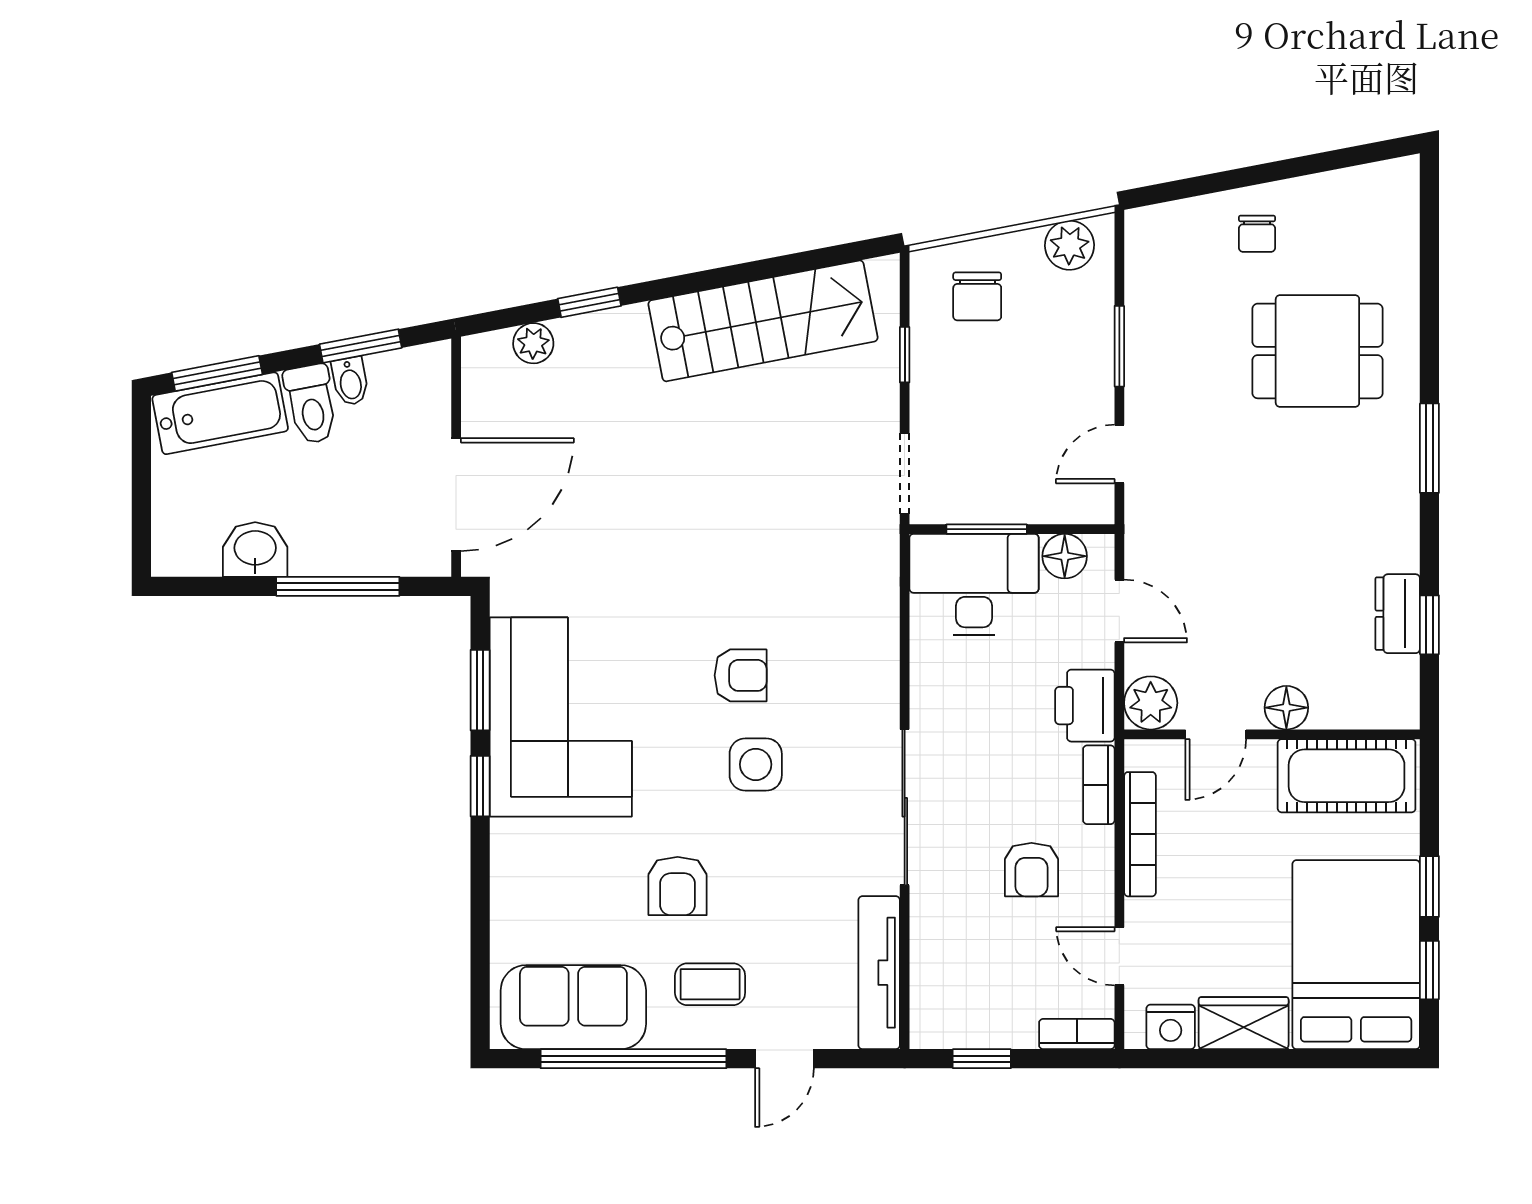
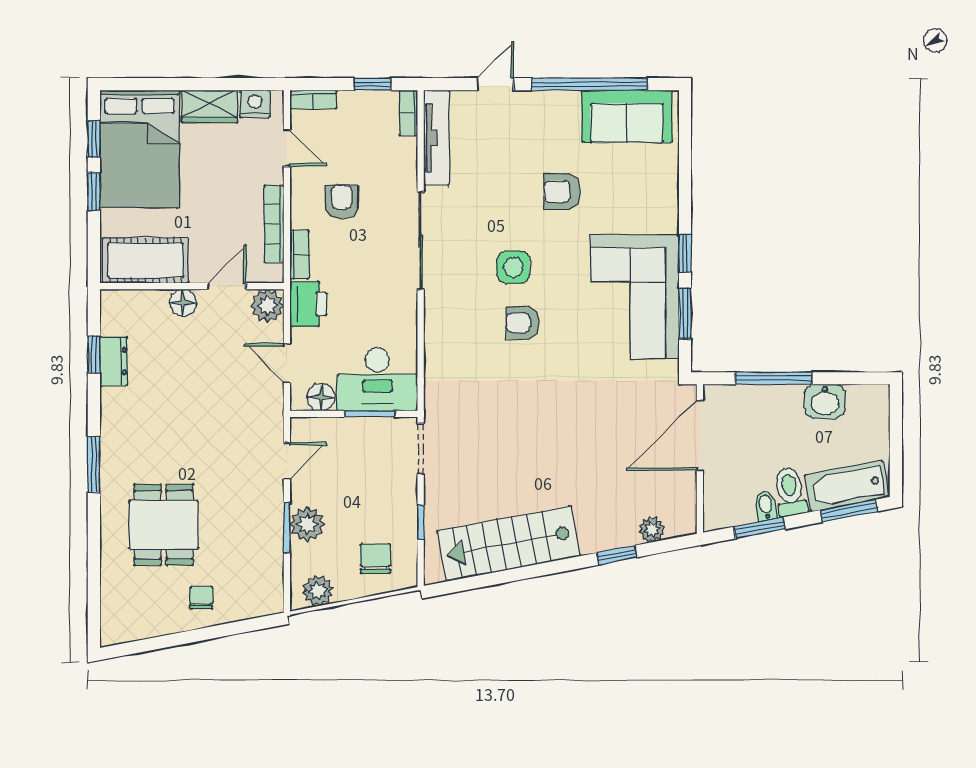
dining table: (1317, 351) -> (164, 525), turned 90
plant: (1087, 352) -> (307, 524), added
armchair: (678, 886) -> (562, 192), turned -90
coffee table: (710, 984) -> (542, 130), removed
bookcase: (924, 1012) -> (409, 113), added

